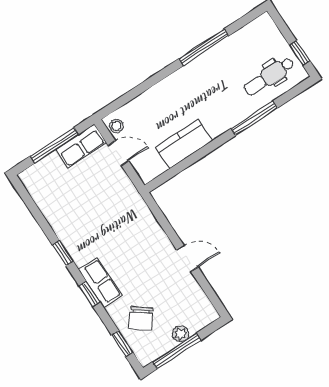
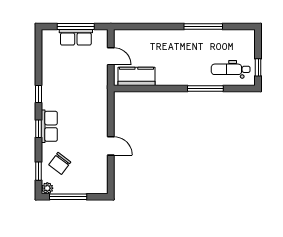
stool: (116, 126) -> (120, 39), removed
kitchen counter: (184, 144) -> (136, 76), moved
row of seats: (81, 146) -> (76, 37), moved
plant: (181, 334) -> (47, 188), moved

